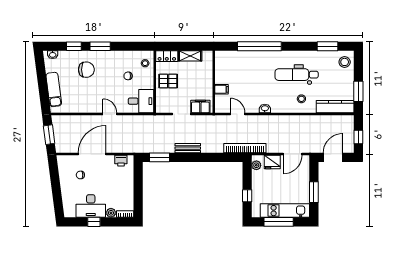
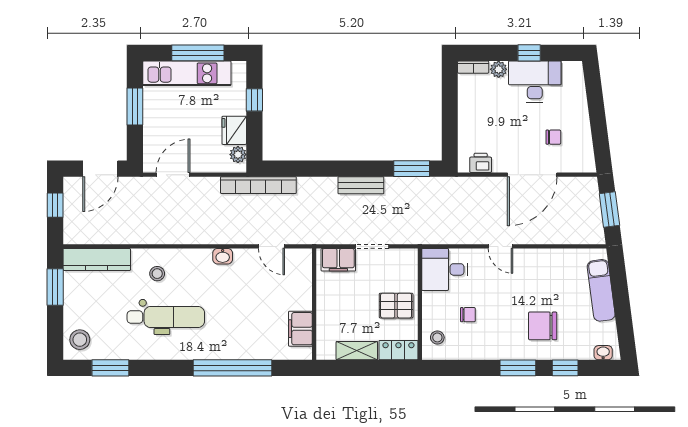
filing cabinet: (221, 89) -> (300, 329), moved, width x2.00
fridge: (272, 162) -> (234, 130), moved, turned -90

